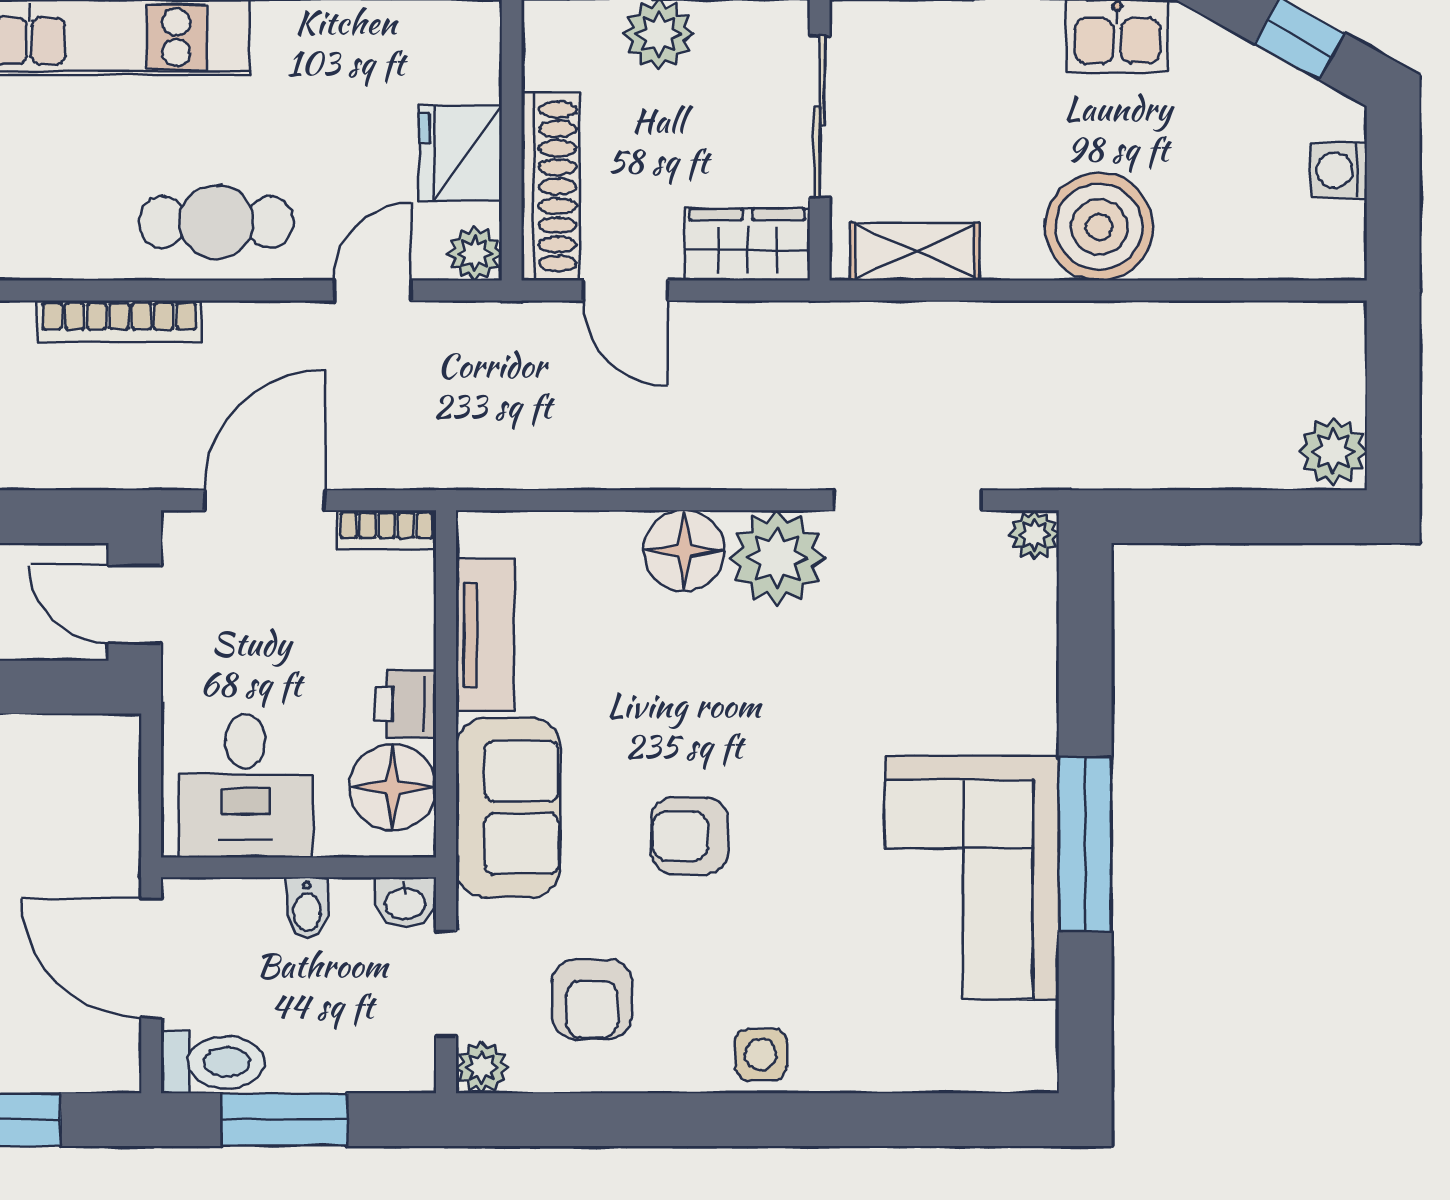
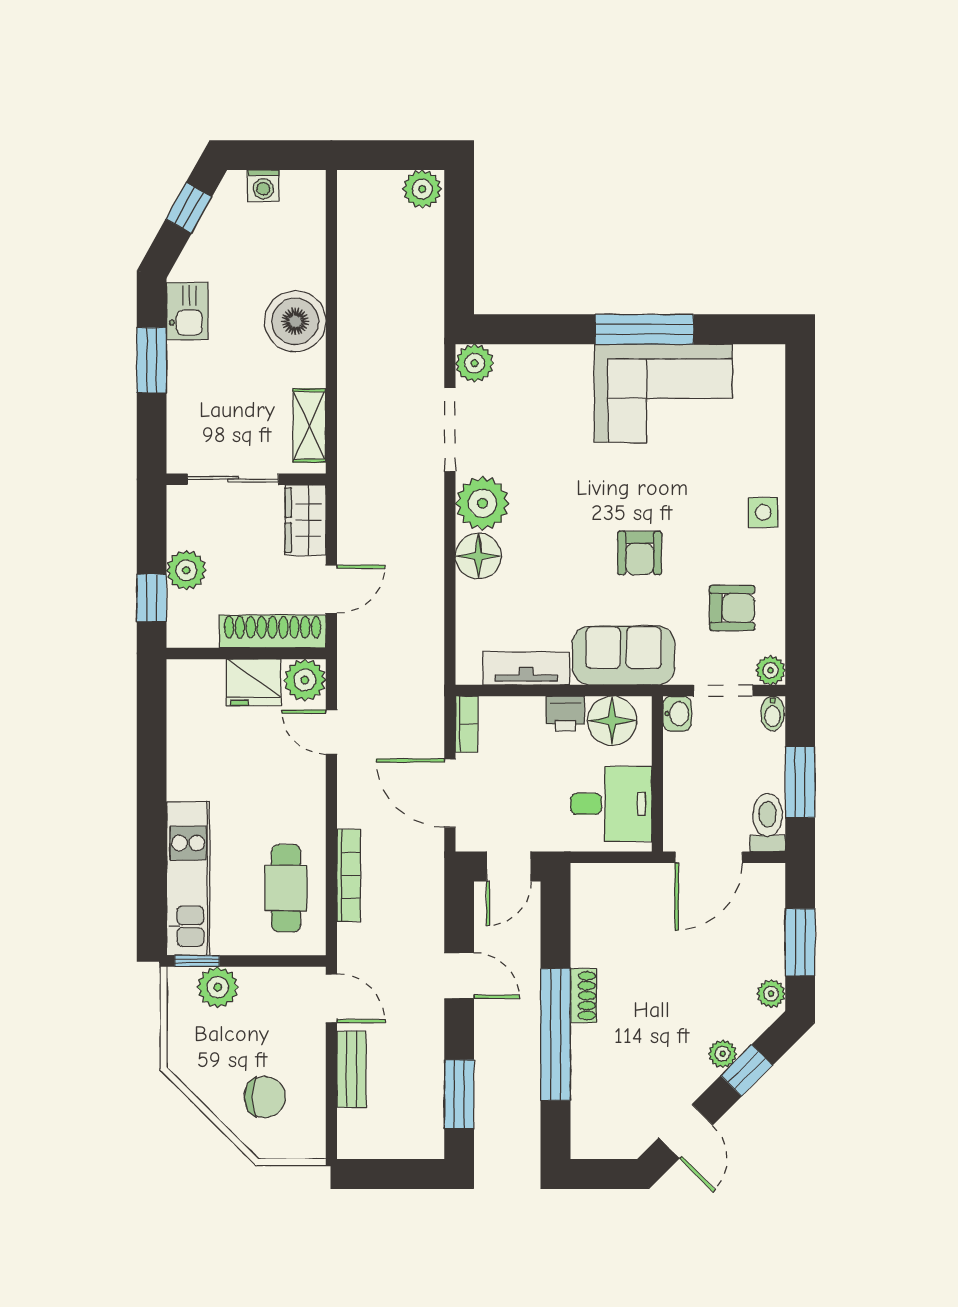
cafe table: (216, 222) -> (286, 888), moved
plant: (475, 254) -> (305, 680), width x1.38, depth x1.38
plant: (1034, 535) -> (475, 363), width x1.38, depth x1.38
bidet: (307, 908) -> (773, 713), moved, turned 90

